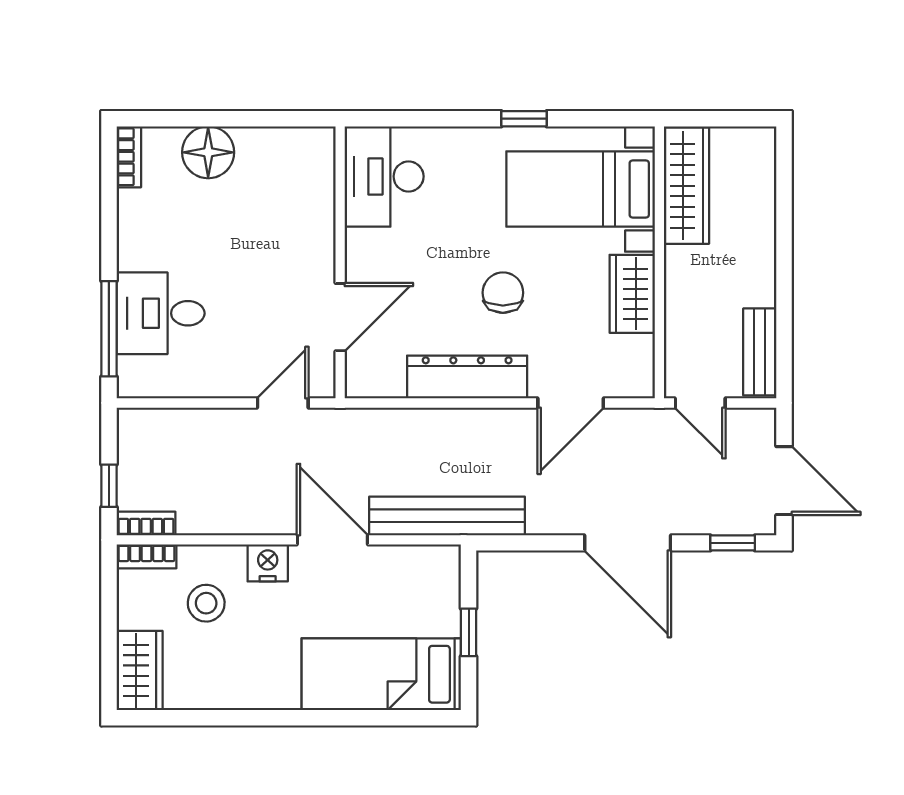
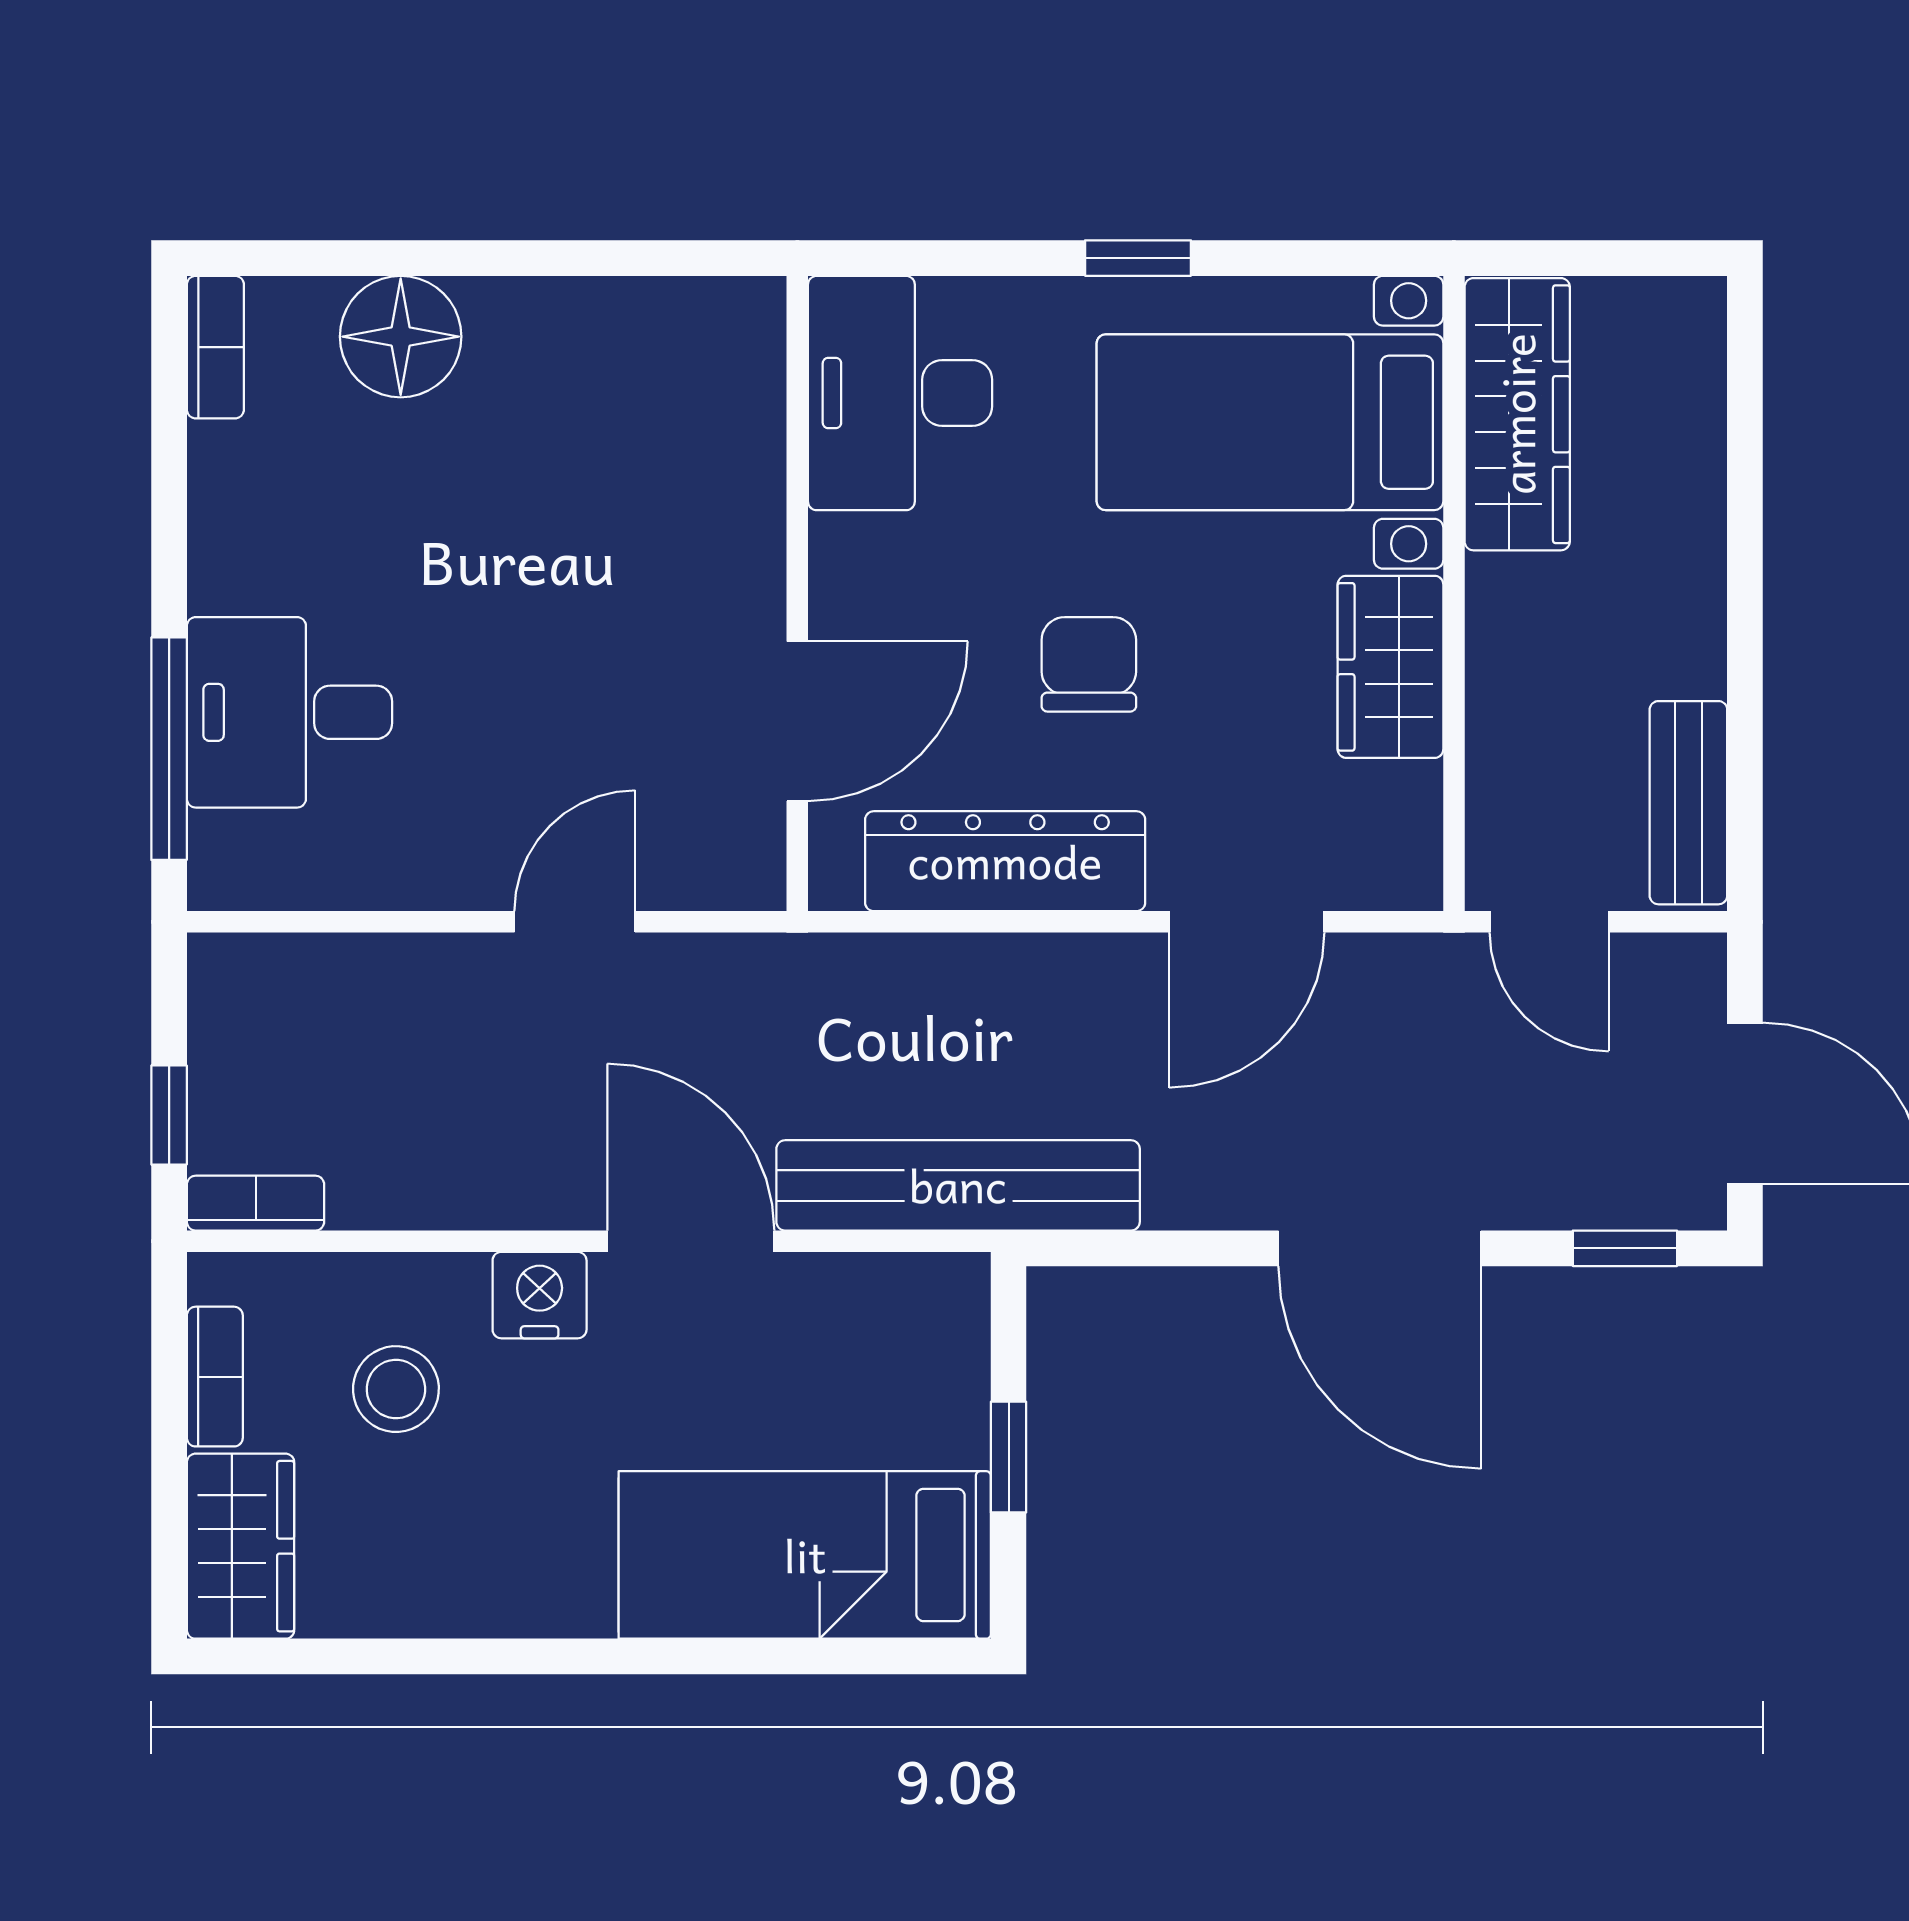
desk: (384, 176) -> (900, 393), moved
wall: (340, 262) -> (797, 593), moved
door: (340, 317) -> (797, 721), moved
bookcase: (147, 556) -> (215, 1377), moved, turned -90

